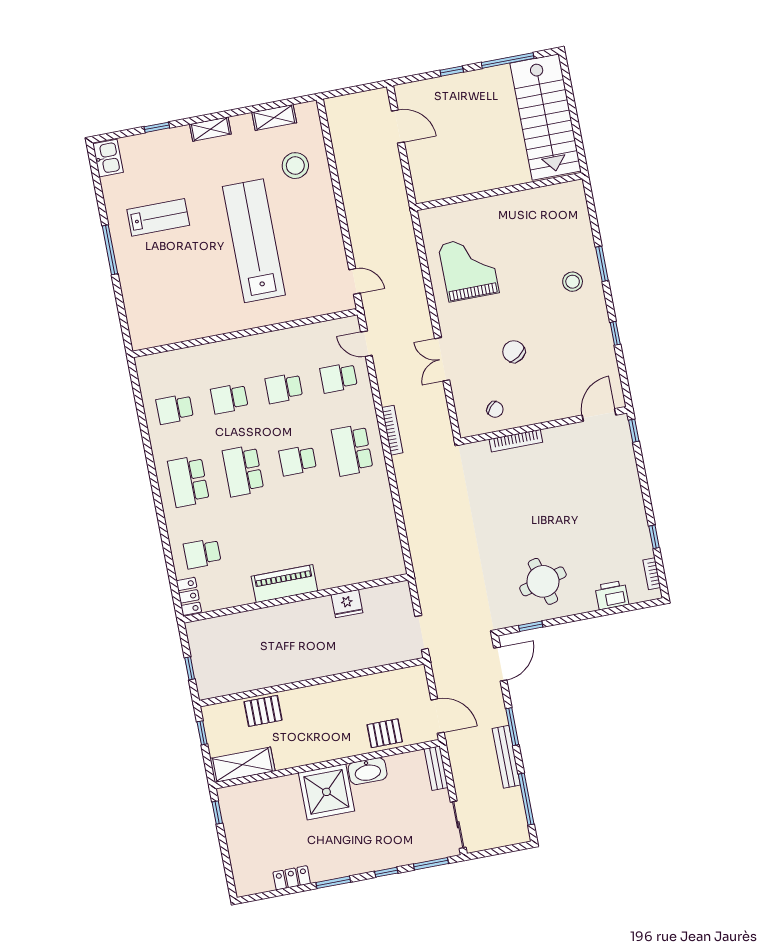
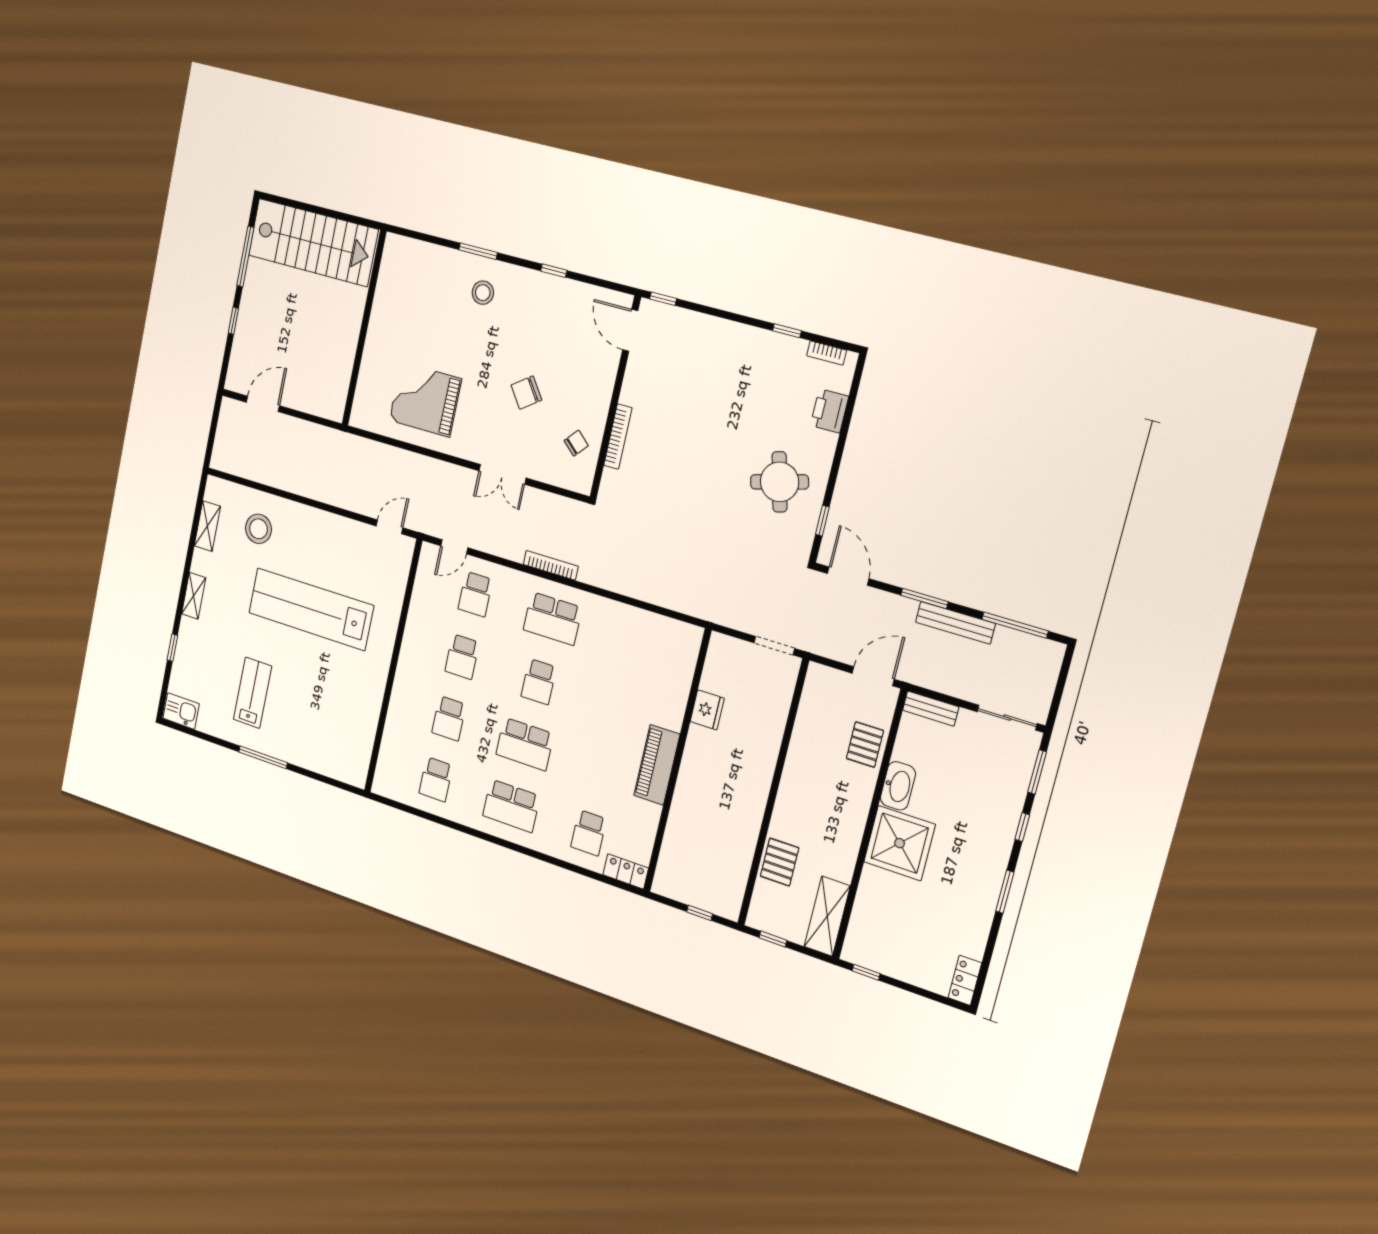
locker: (292, 878) -> (965, 980), moved

